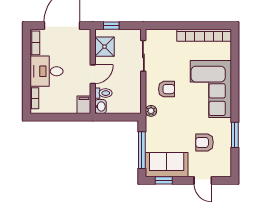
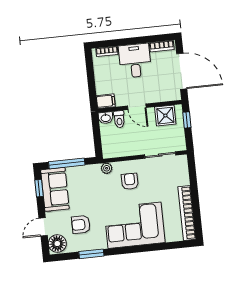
armchair: (166, 89) -> (130, 181), turned 180
armchair: (205, 142) -> (81, 225), turned -90
floor lamp: (221, 168) -> (57, 244), added

